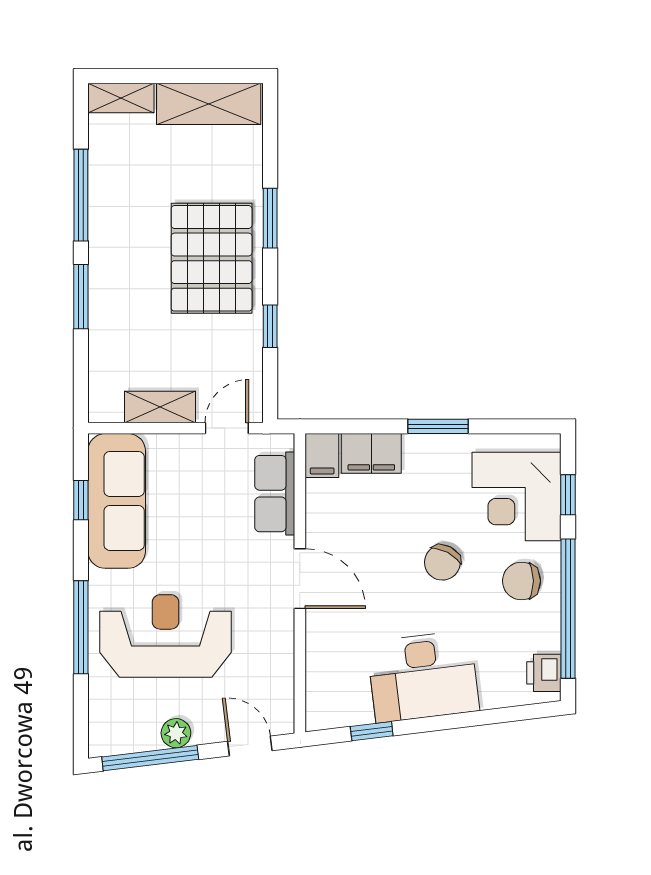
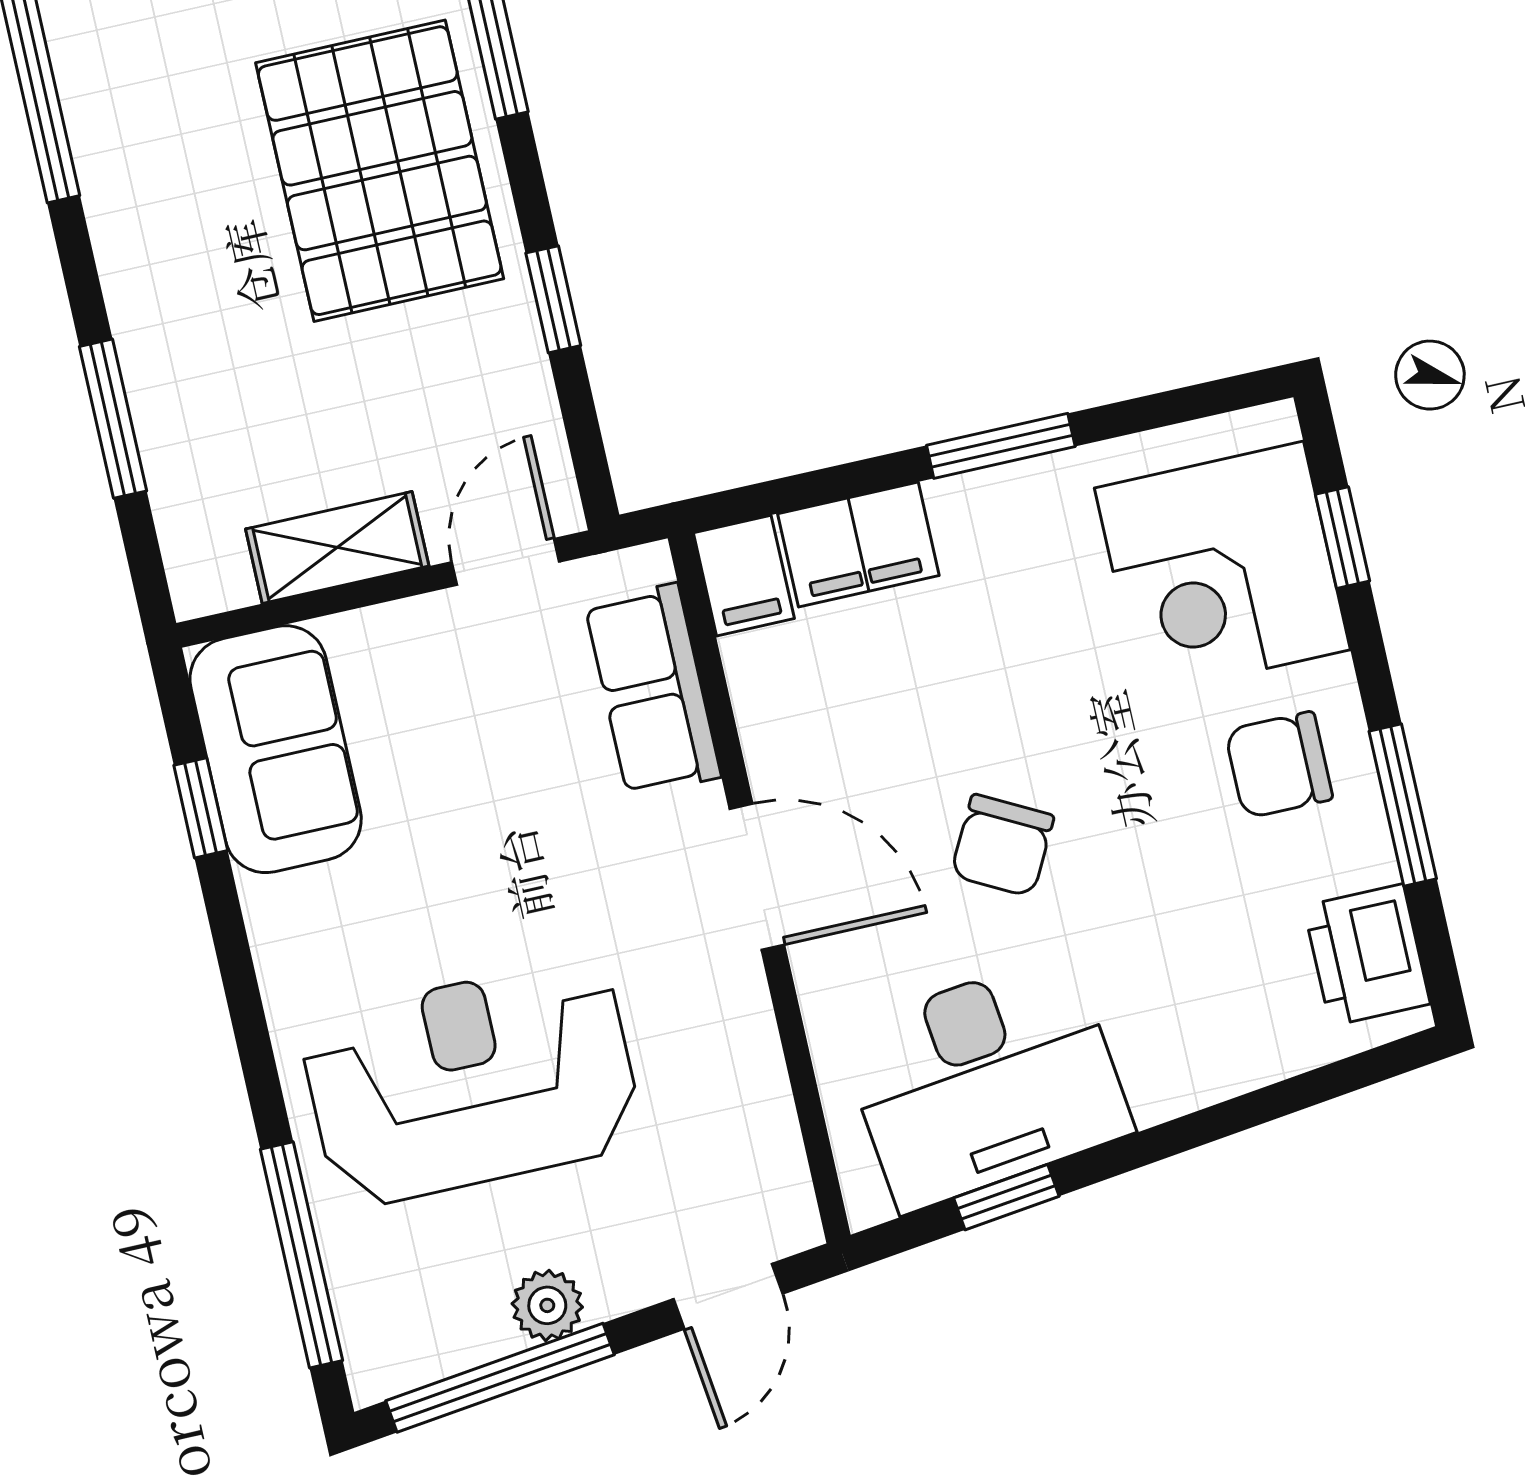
window: (81, 297) -> (113, 419), moved
sofa: (117, 501) -> (276, 749), width x0.73
chair: (442, 563) -> (1002, 845), moved
window: (568, 609) -> (1403, 805), width x0.47
window: (81, 627) -> (301, 1255), moved
printer: (544, 673) -> (1367, 955), width x1.36, depth x1.24
desk: (423, 677) -> (985, 1082), moved
door: (250, 746) -> (728, 1296), swing flipped

